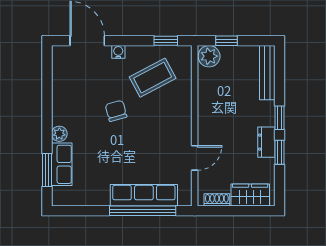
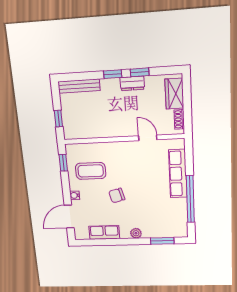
plant: (209, 56) -> (71, 131), removed
coffee table: (153, 78) -> (91, 171), turned -62
row of seats: (62, 164) -> (104, 232), moved
window: (143, 211) -> (190, 199), moved

